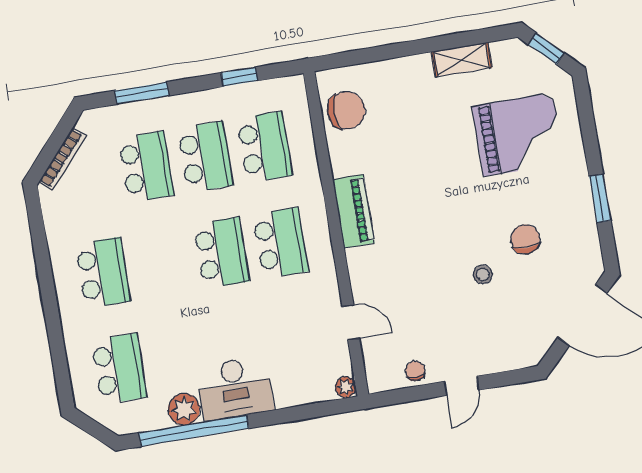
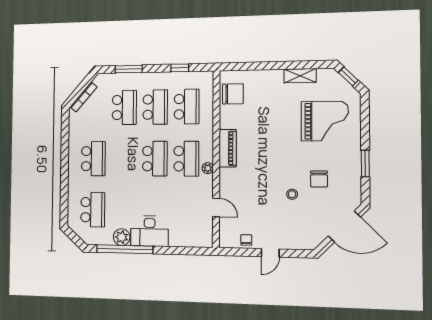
chair: (525, 239) -> (319, 179), turned 180
plant: (346, 387) -> (208, 168), moved

